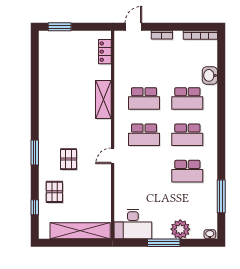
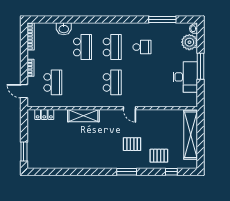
school desk: (144, 98) -> (53, 82), moved
school desk: (187, 171) -> (142, 47), width x0.54
desk: (133, 224) -> (185, 77), moved
plant: (180, 229) -> (189, 42), moved

